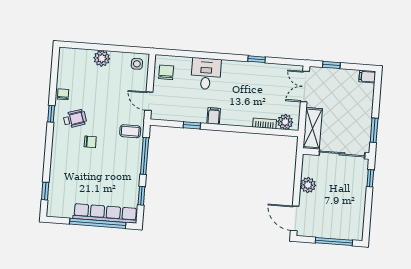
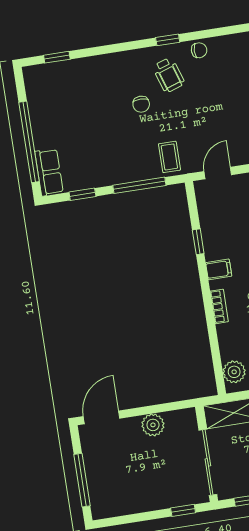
bookcase: (265, 123) -> (219, 306), moved
row of seats: (105, 213) -> (49, 172), width x0.50

